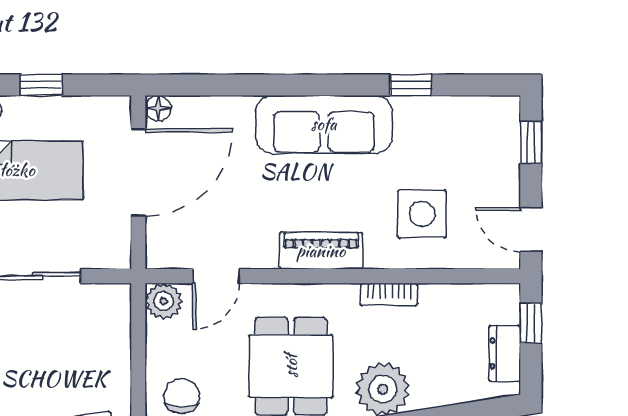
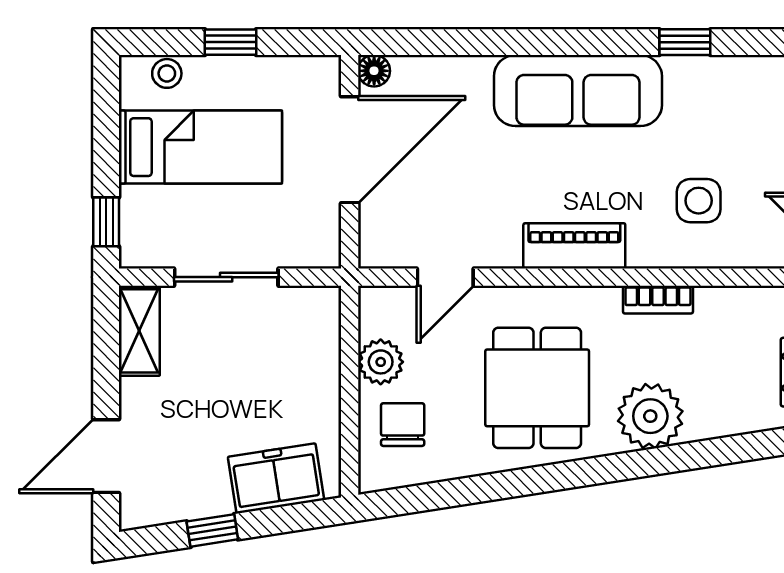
side table: (422, 214) -> (699, 201), width x0.73, depth x0.73
plant: (163, 301) -> (381, 362), moved

